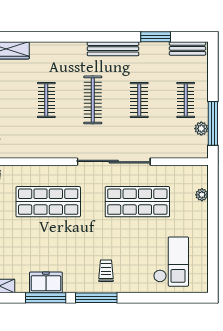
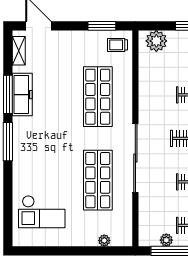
trolley: (106, 271) -> (33, 151), removed
freezer: (46, 282) -> (22, 95), width x1.40

